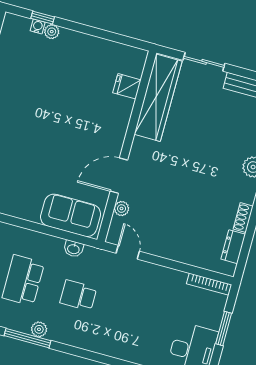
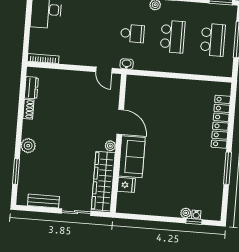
door: (119, 176) -> (120, 122), hinge flipped
plant: (122, 209) -> (110, 146), moved
sofa: (71, 215) -> (132, 157), moved, turned -90
washbasin: (73, 249) -> (127, 64), moved
window: (224, 329) -> (27, 30), removed

